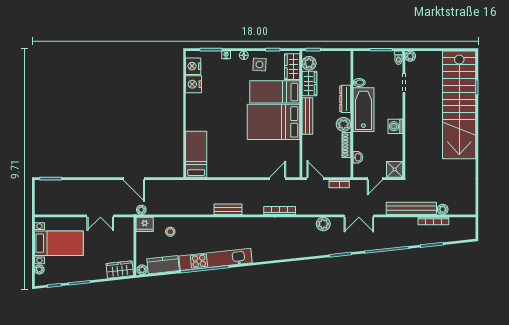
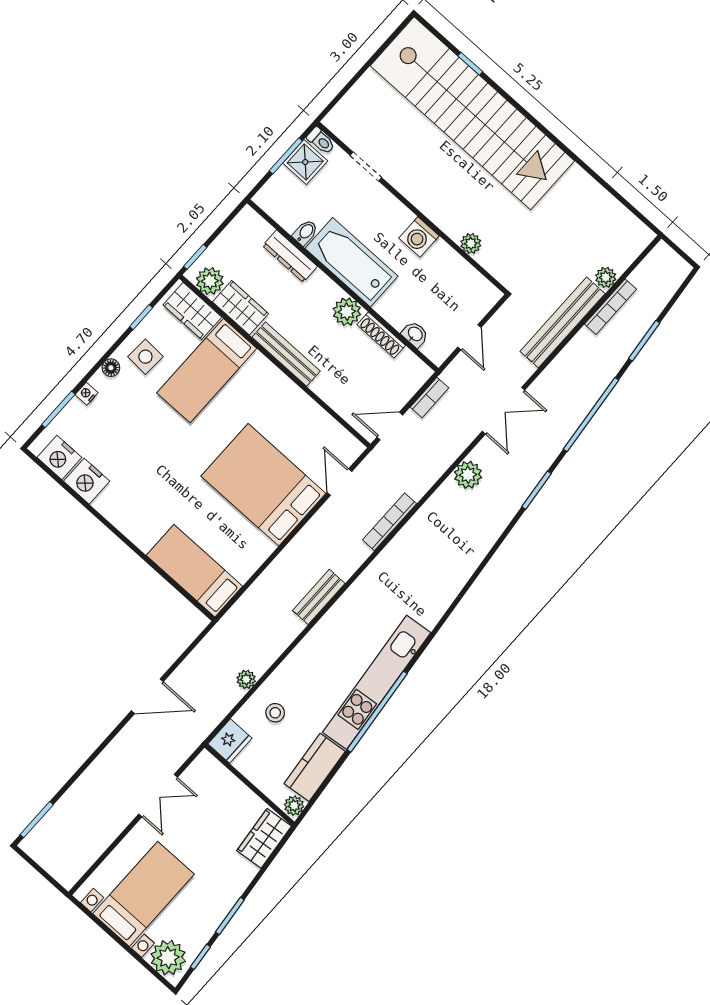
plant: (410, 56) -> (471, 243), moved
dresser: (345, 99) -> (290, 256), moved
bed: (274, 122) -> (263, 485), moved, turned 90
shower: (395, 169) -> (305, 162), moved
plant: (141, 210) -> (246, 679), moved
plant: (39, 269) -> (168, 958), width x1.87, depth x1.87

